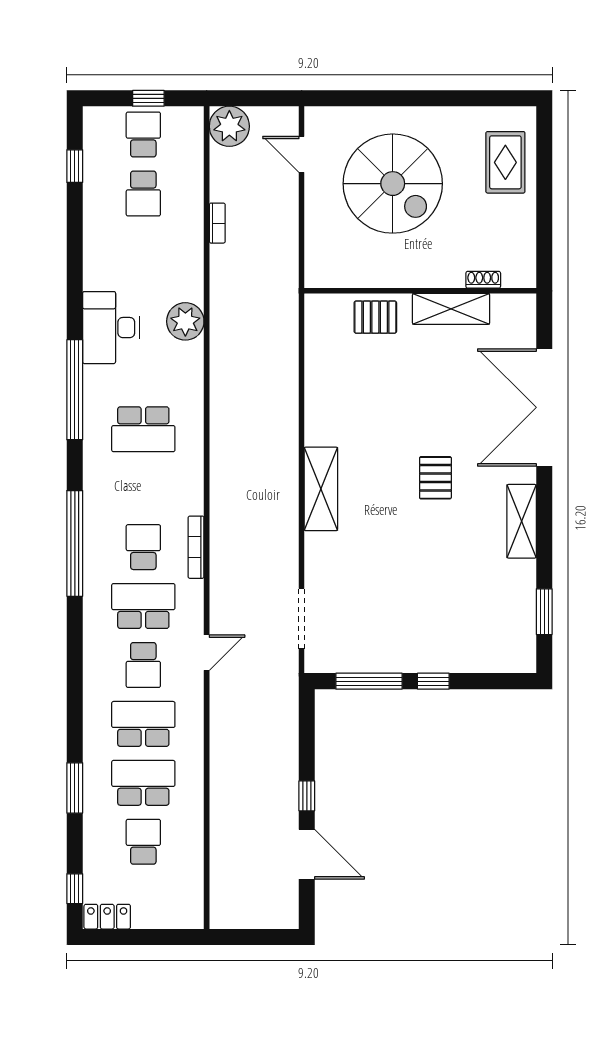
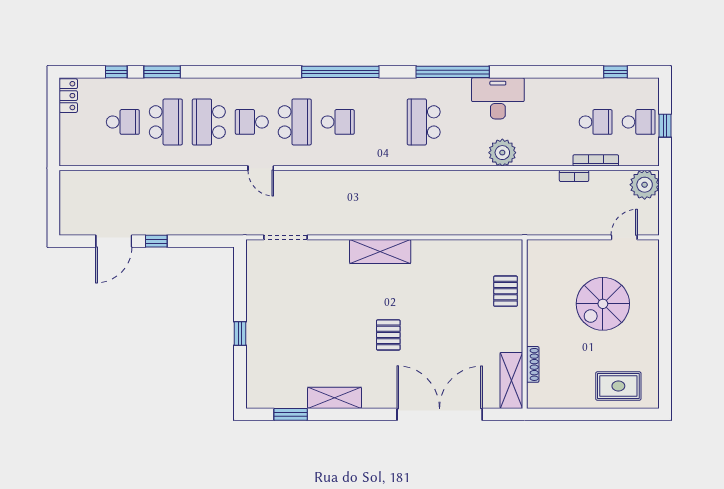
spiral stairs: (393, 184) -> (603, 304), width x0.73, depth x0.73
school desk: (143, 193) -> (596, 122), turned 180
shoe rack: (483, 280) -> (533, 364), width x1.43
shelving: (451, 309) -> (511, 380), moved
pallet: (435, 478) -> (388, 335), turned 90
shelving: (522, 521) -> (335, 398), moved
bookcase: (196, 547) -> (596, 160), moved
window: (369, 681) -> (240, 287), removed
school desk: (143, 724) -> (209, 122), turned 180
window: (75, 889) -> (116, 72), moved

